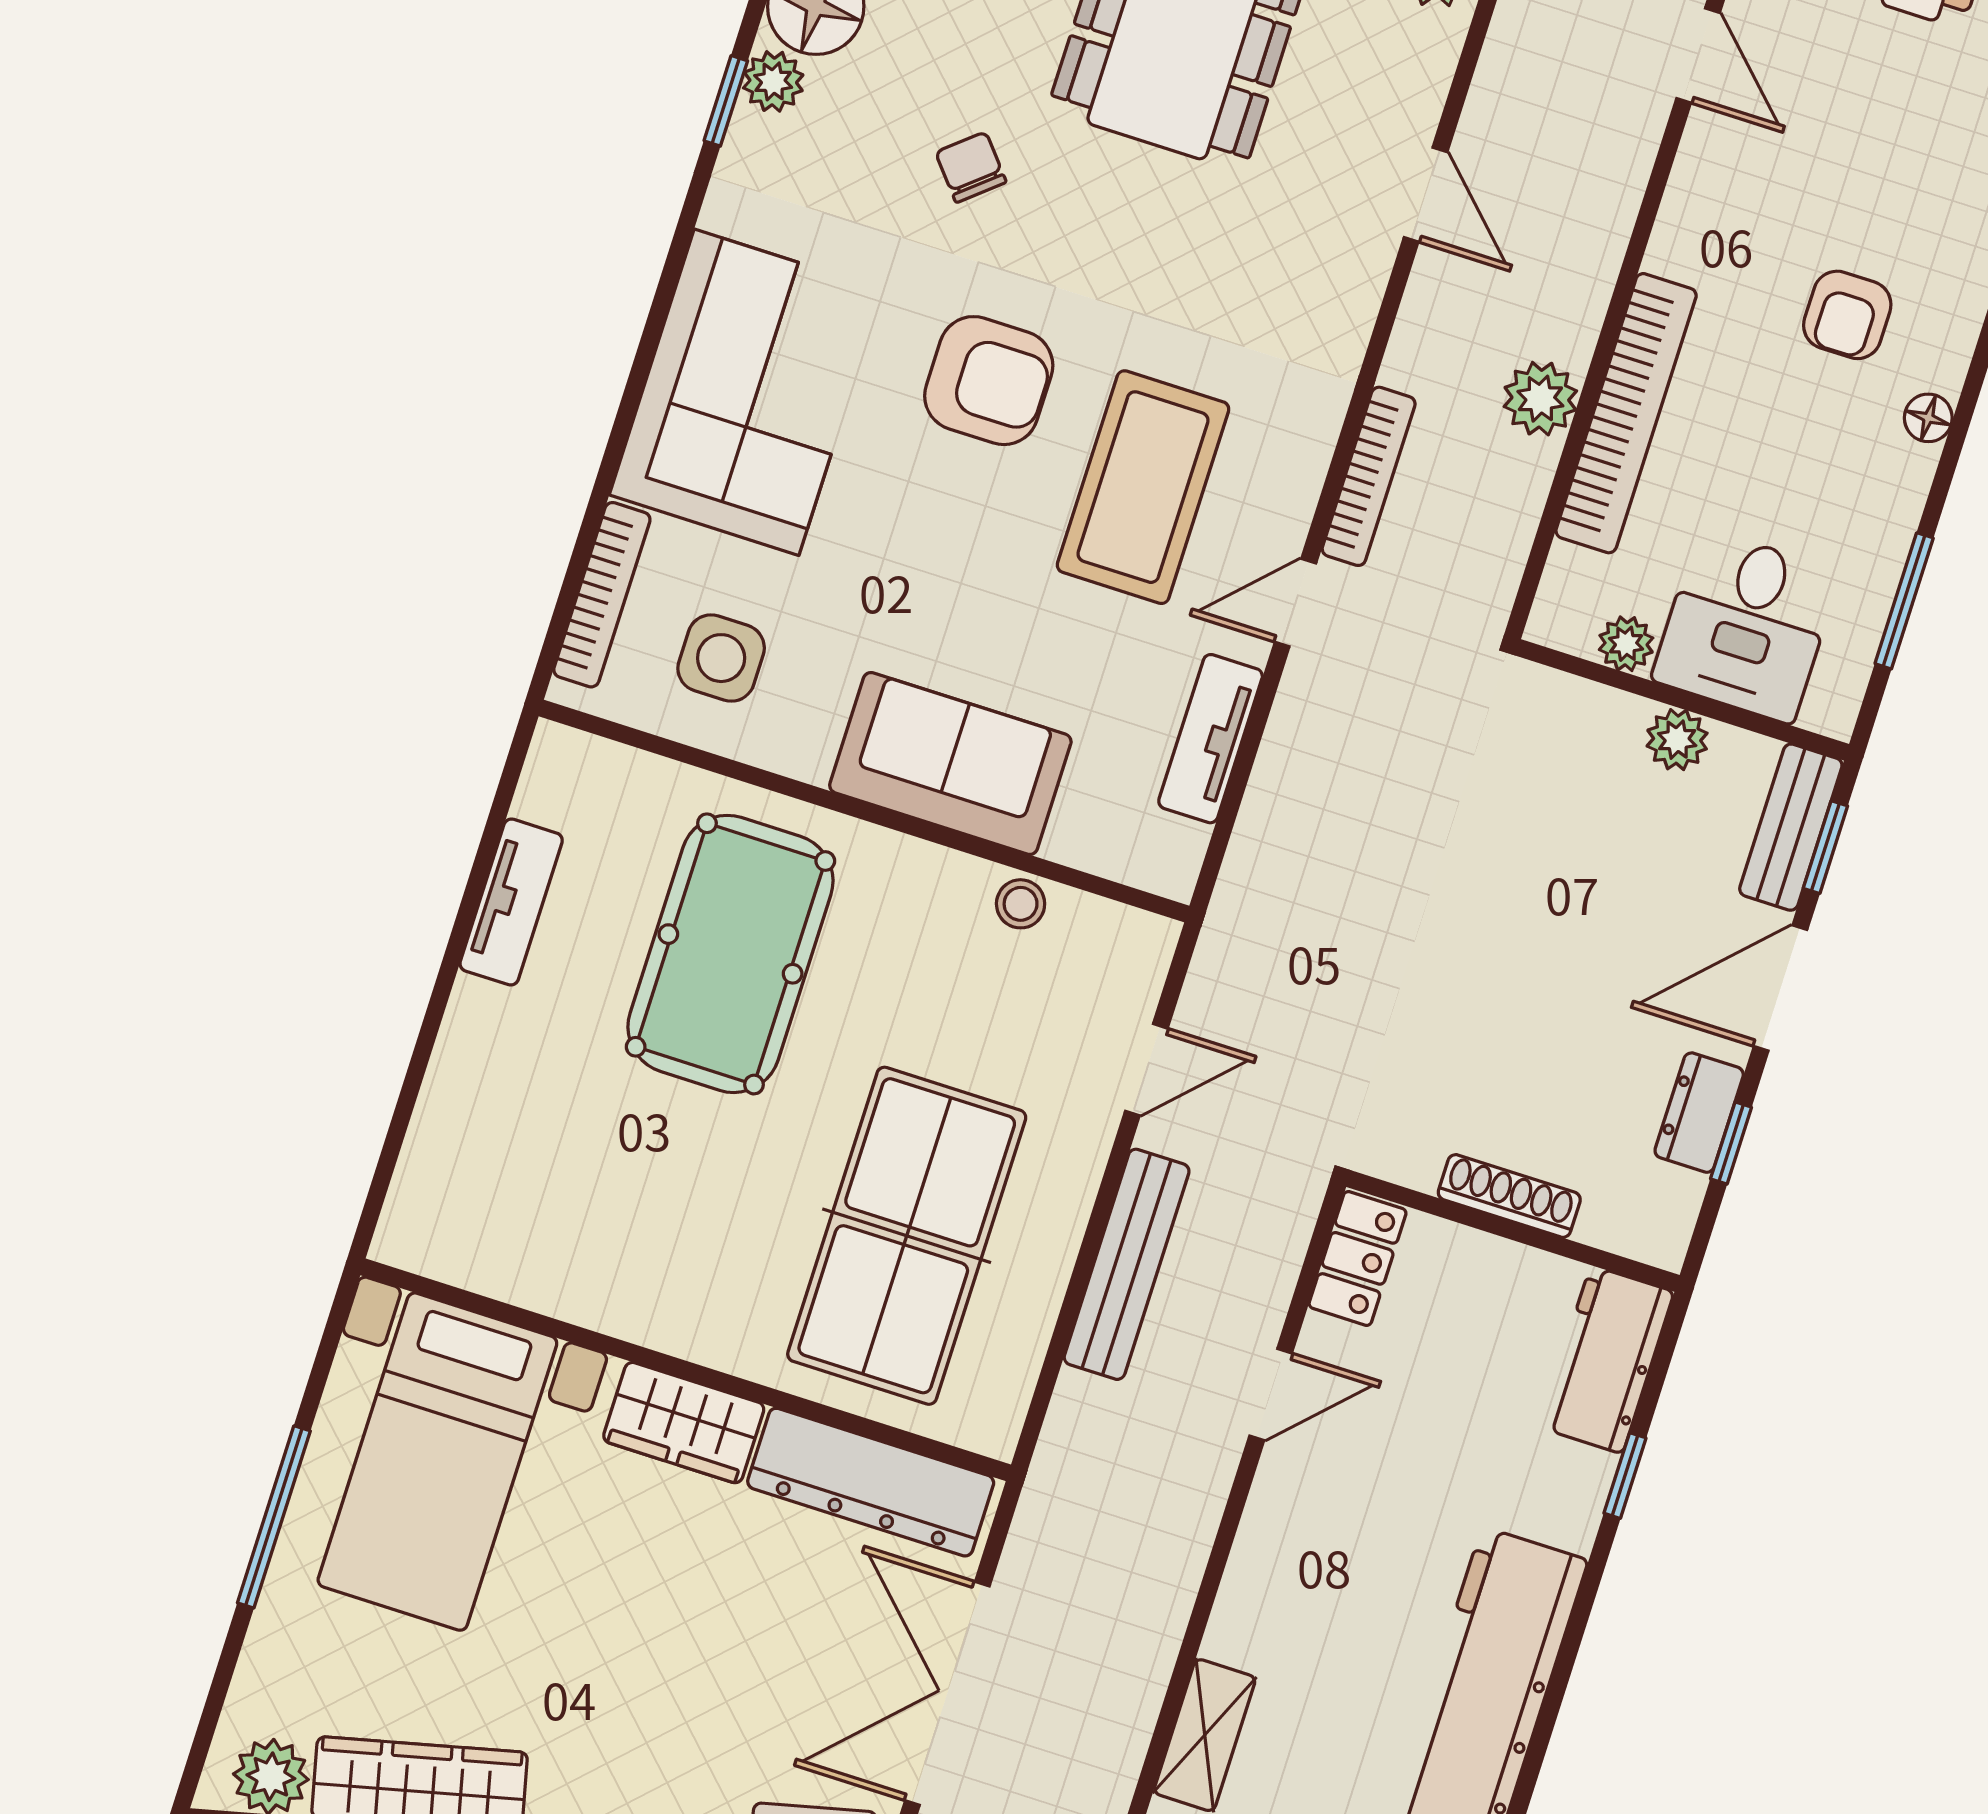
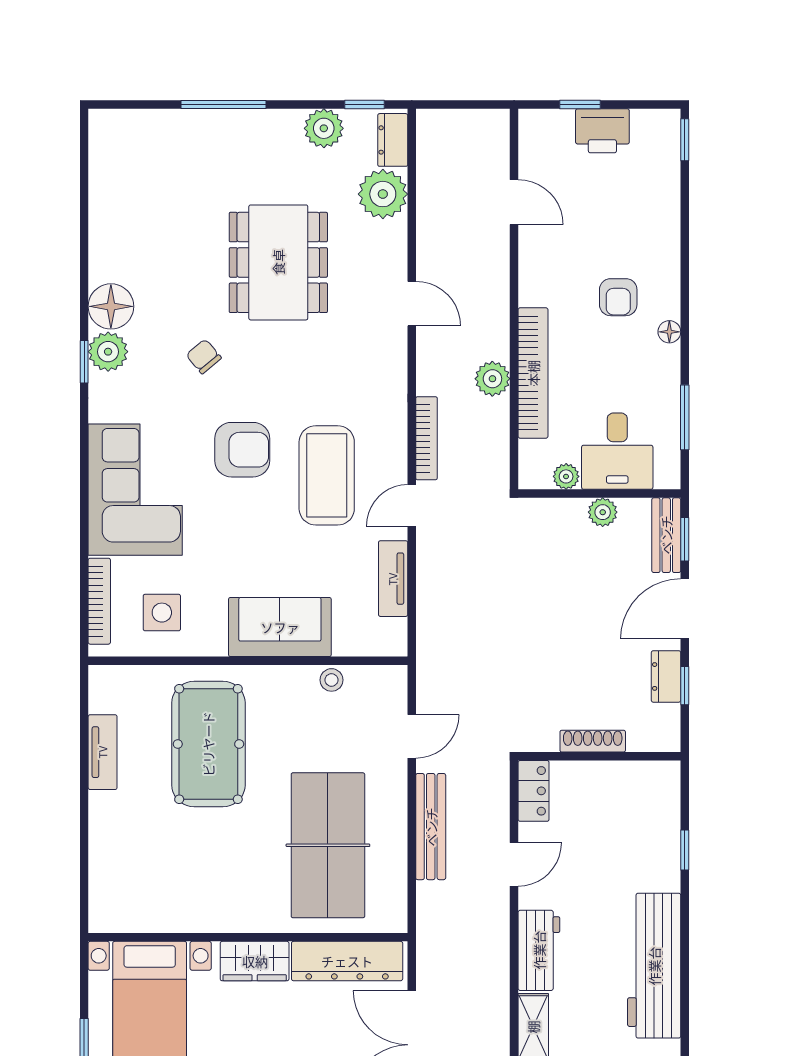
plant: (773, 81) -> (108, 352), width x1.38, depth x1.38
workbench: (1607, 1360) -> (539, 950), moved, turned 180

